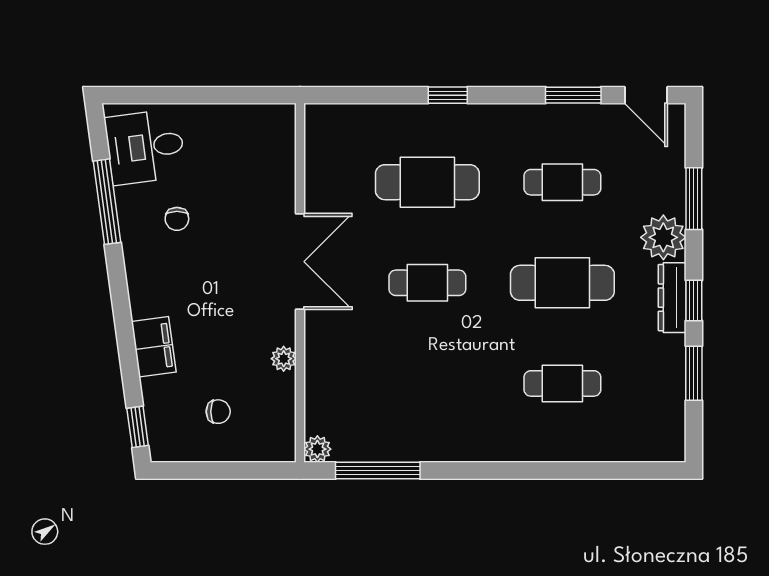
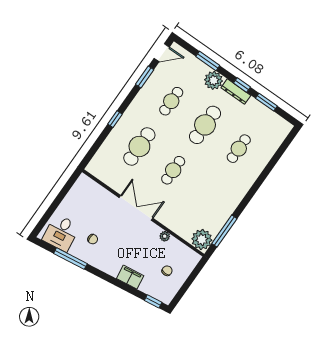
plant: (317, 449) -> (202, 240), width x1.88, depth x1.88

